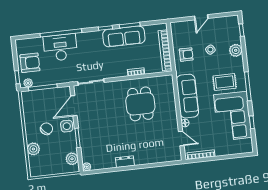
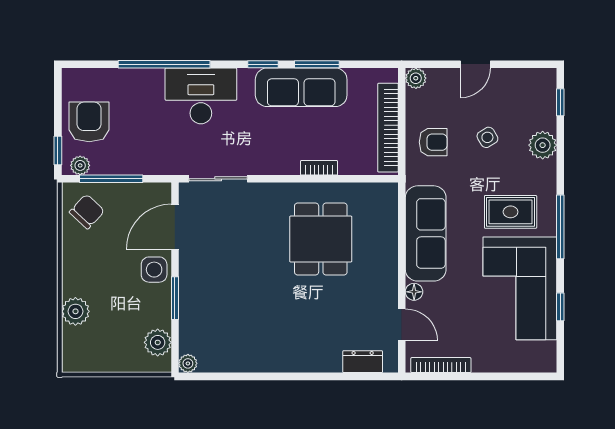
plant: (175, 27) -> (416, 78), added
desk: (60, 47) -> (201, 96), moved
armchair: (30, 63) -> (89, 122), turned -90
chair: (46, 129) -> (87, 212), moved
dresser: (125, 162) -> (363, 362), moved

